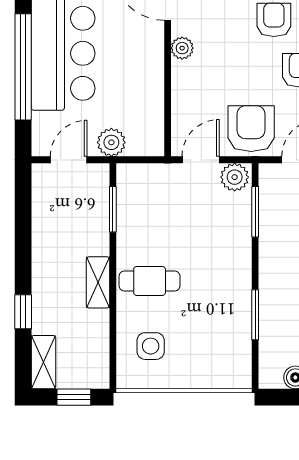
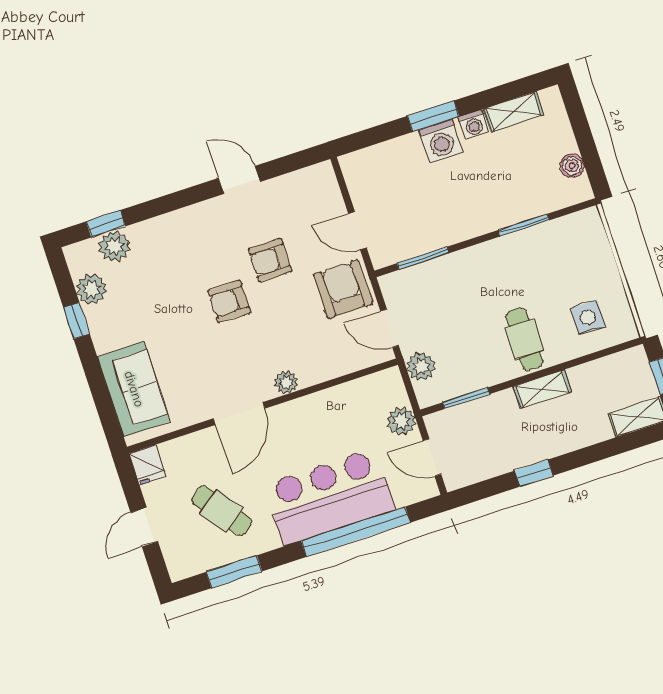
armchair: (251, 129) -> (343, 289), turned 90
plant: (235, 177) -> (421, 366), moved
window: (23, 312) -> (534, 473), moved

